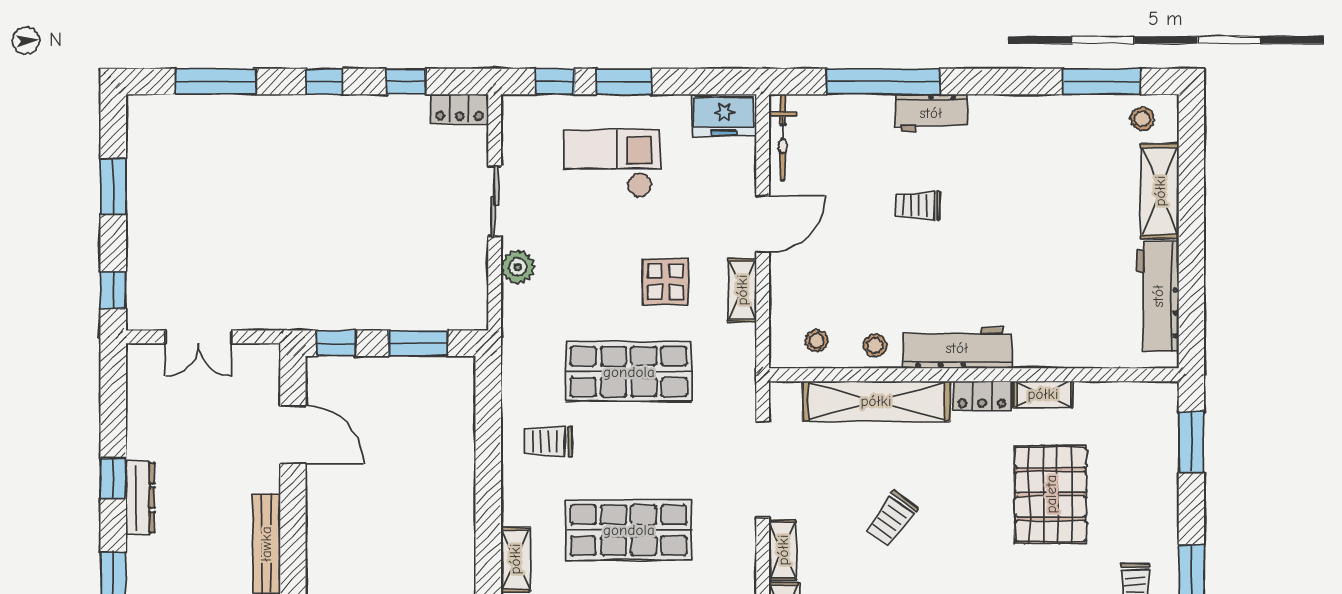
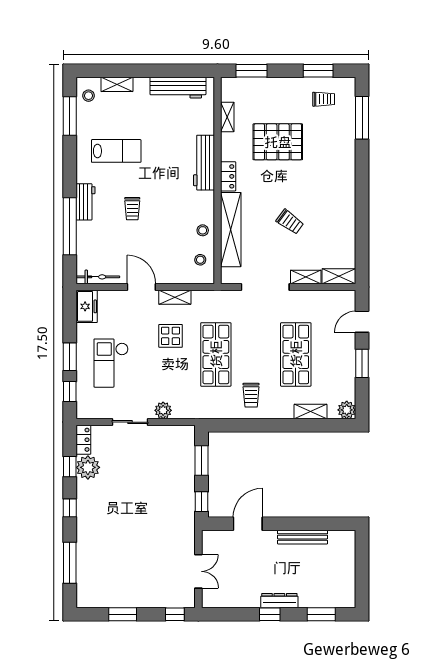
plant: (405, 118) -> (88, 467), added
lab bench: (1032, 174) -> (116, 151), added
shelving: (1160, 191) -> (117, 84), width x0.67, depth x0.75
workbench: (957, 348) -> (204, 163), moved
shelving: (1043, 394) -> (227, 117), moved

